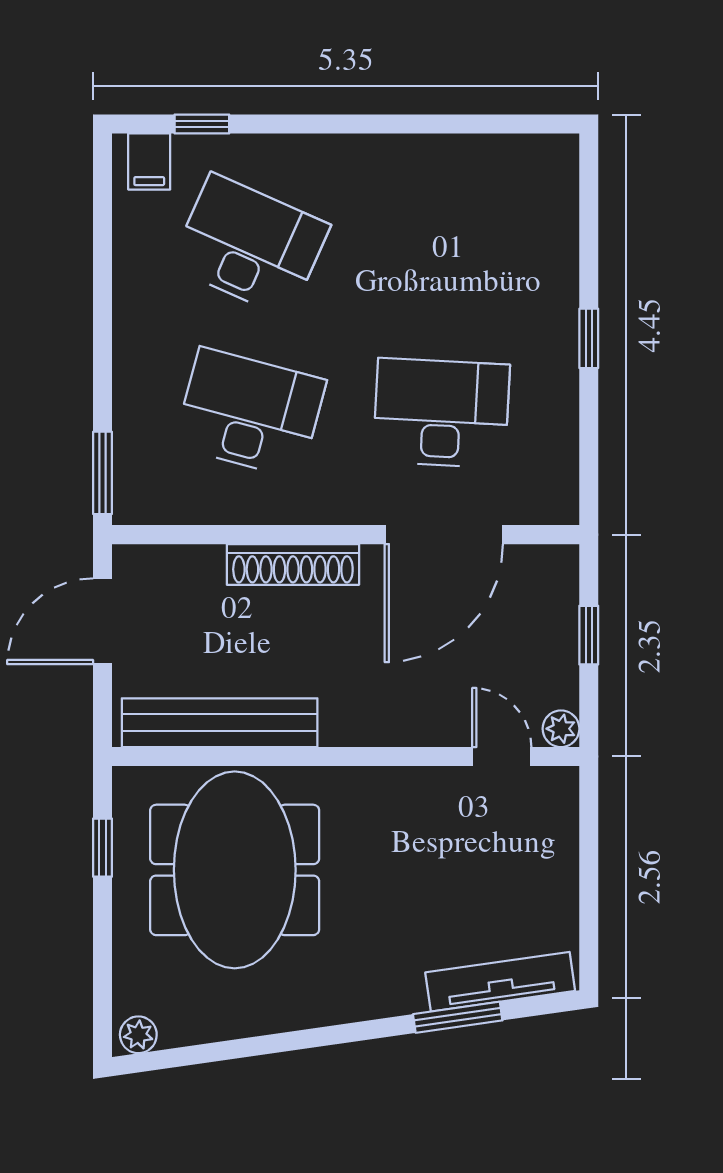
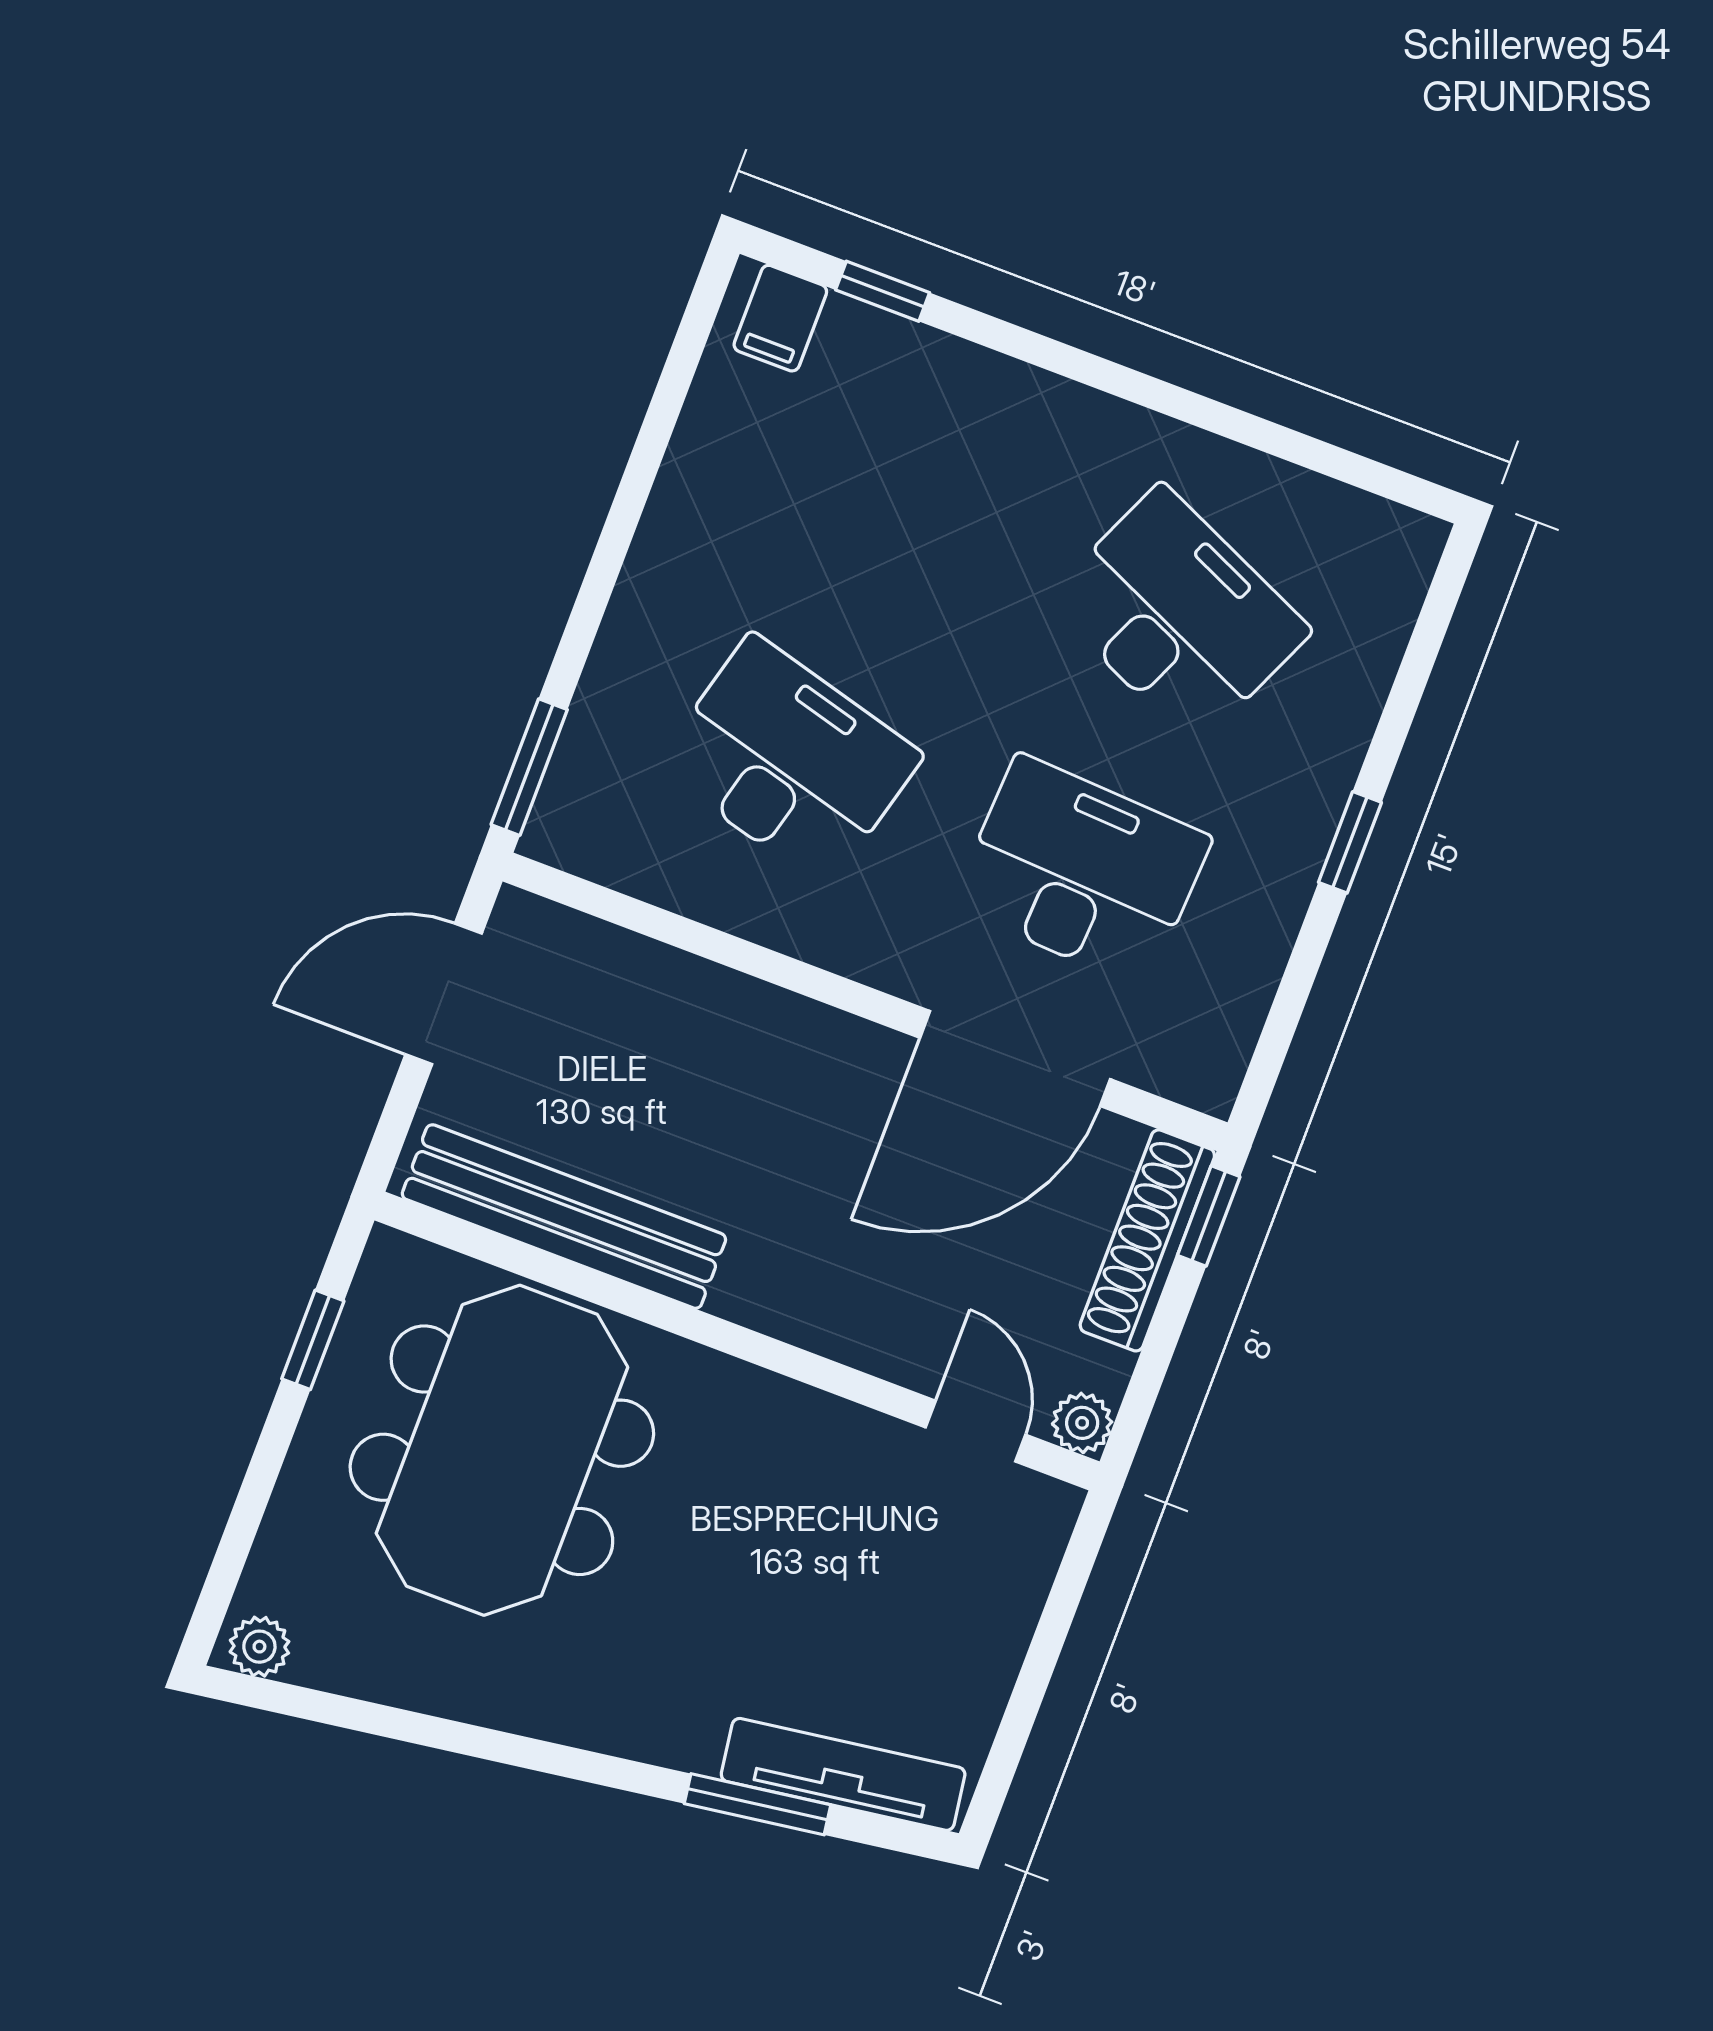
desk: (250, 246) -> (1178, 615), moved
shoe rack: (293, 564) -> (1147, 1240), moved, turned 90
window: (589, 635) -> (1209, 1216), moved

